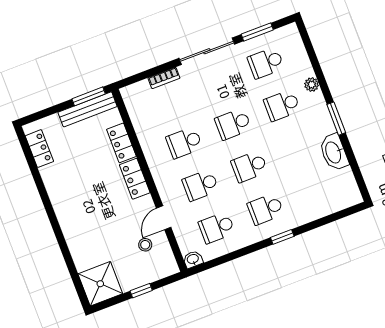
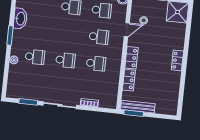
school desk: (266, 63) -> (32, 83), removed
locker: (39, 149) -> (177, 60), moved
school desk: (249, 167) -> (68, 34), removed

